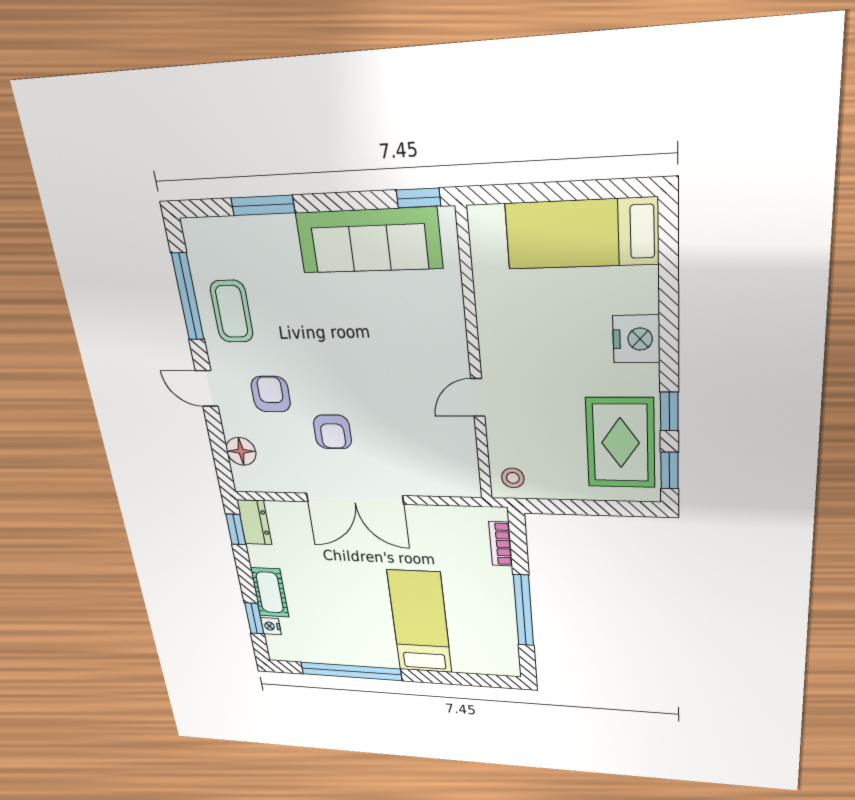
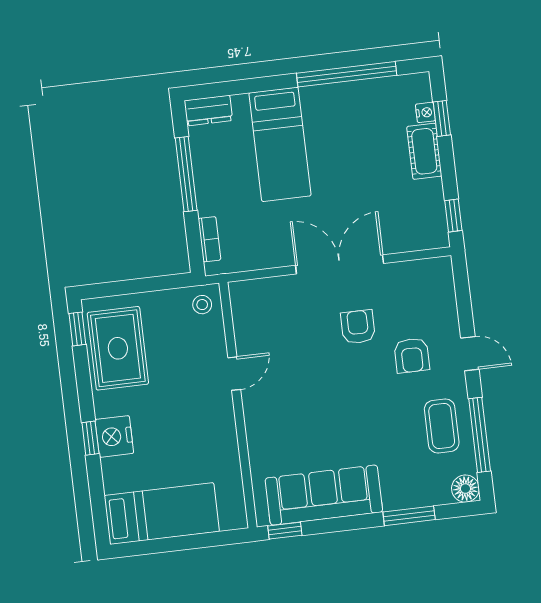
window: (669, 412) -> (90, 438), moved
floor lamp: (241, 451) -> (465, 489), moved
dresser: (254, 522) -> (208, 111), moved, turned -90

